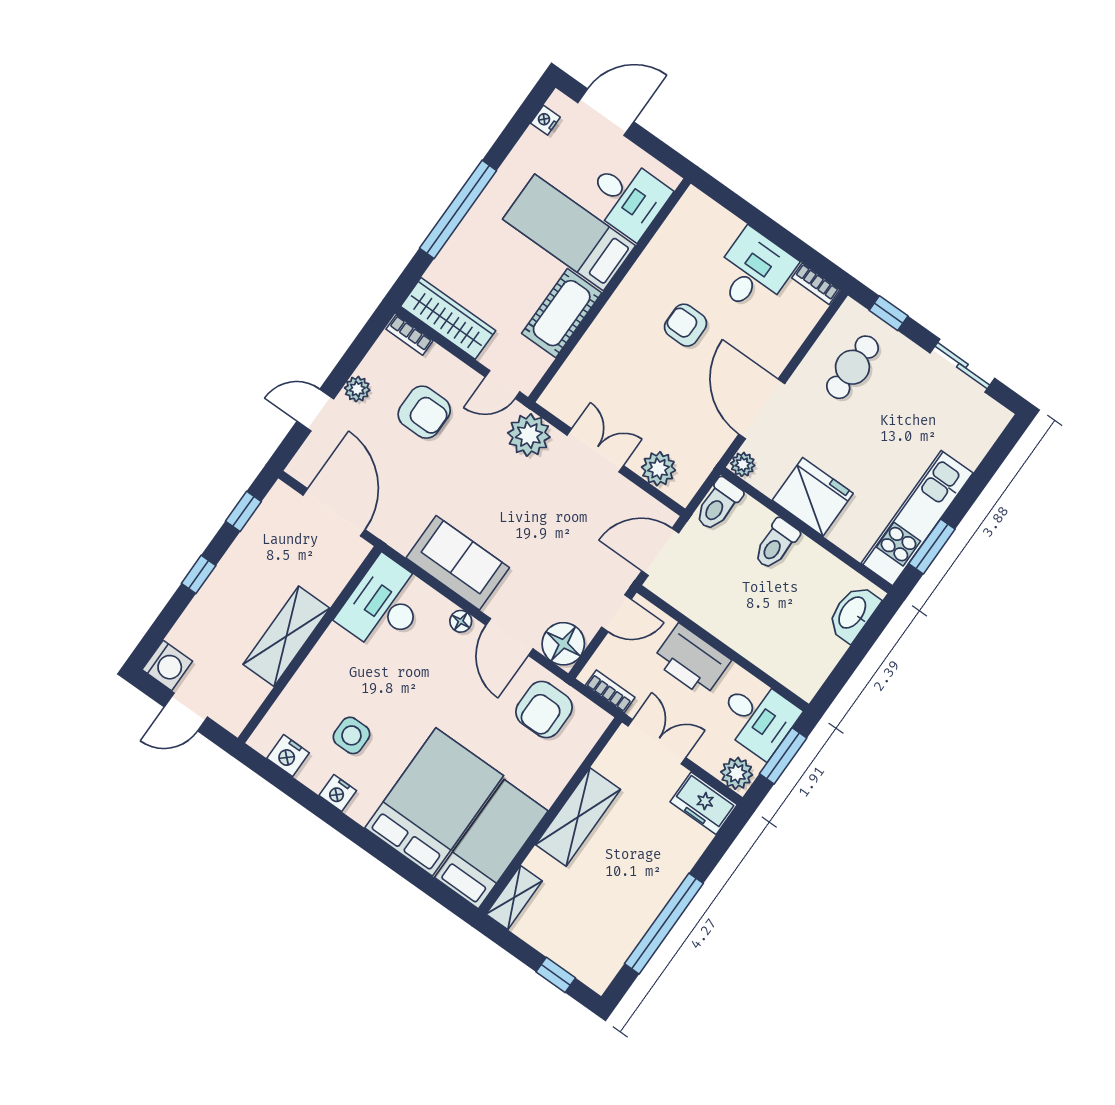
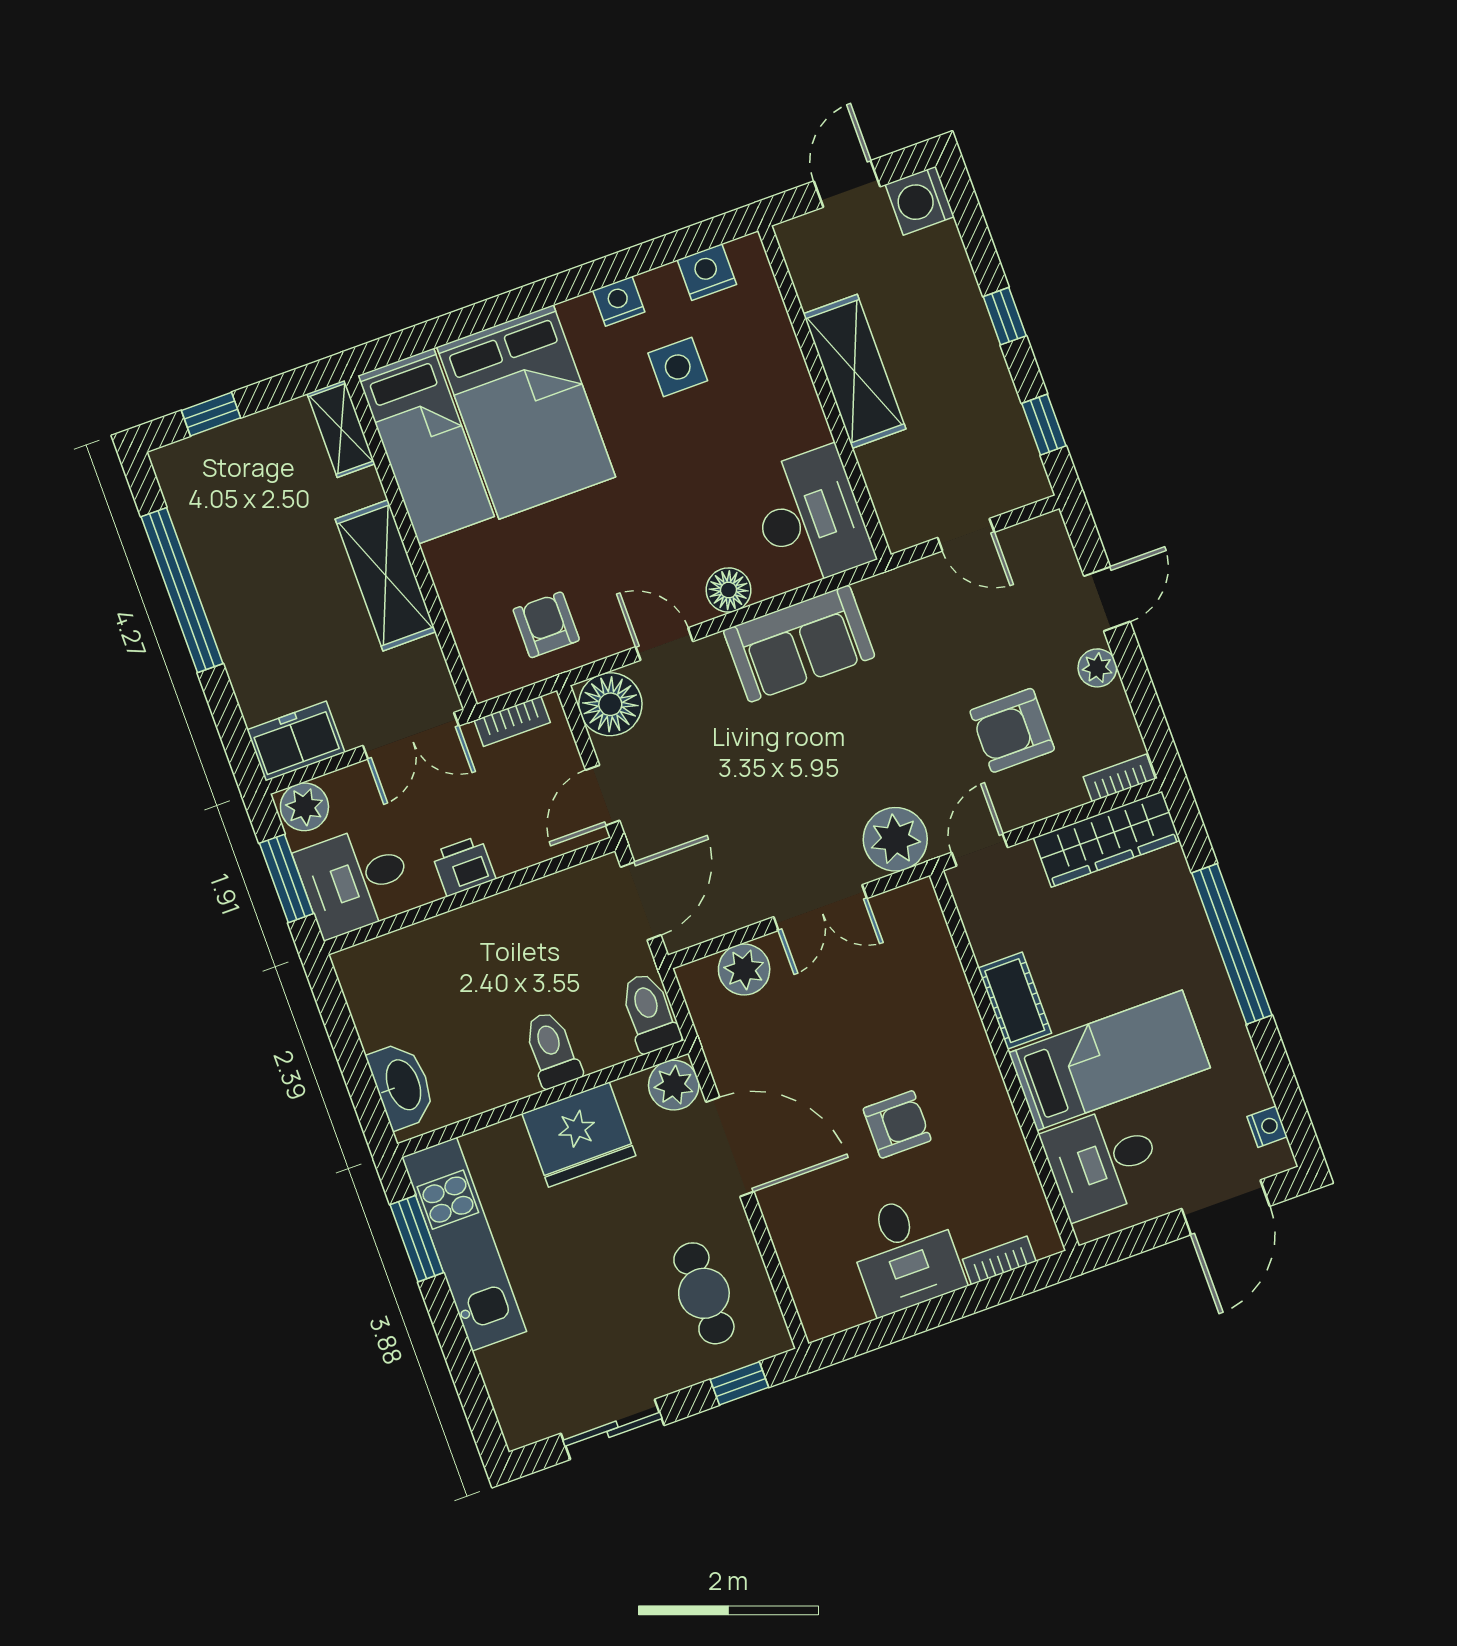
bookcase: (816, 284) -> (999, 1260), moved
cot: (562, 313) -> (1015, 1001), width x0.73, depth x0.75
plant: (743, 464) -> (674, 1085), width x1.38, depth x1.38
door: (334, 512) -> (966, 535), width x0.53
floor lamp: (461, 621) -> (729, 590), width x1.37, depth x1.37
door: (509, 637) -> (664, 644), width x0.73
printer: (692, 660) -> (464, 866), width x0.53, depth x0.68
armchair: (544, 710) -> (546, 625), width x0.72, depth x0.72

